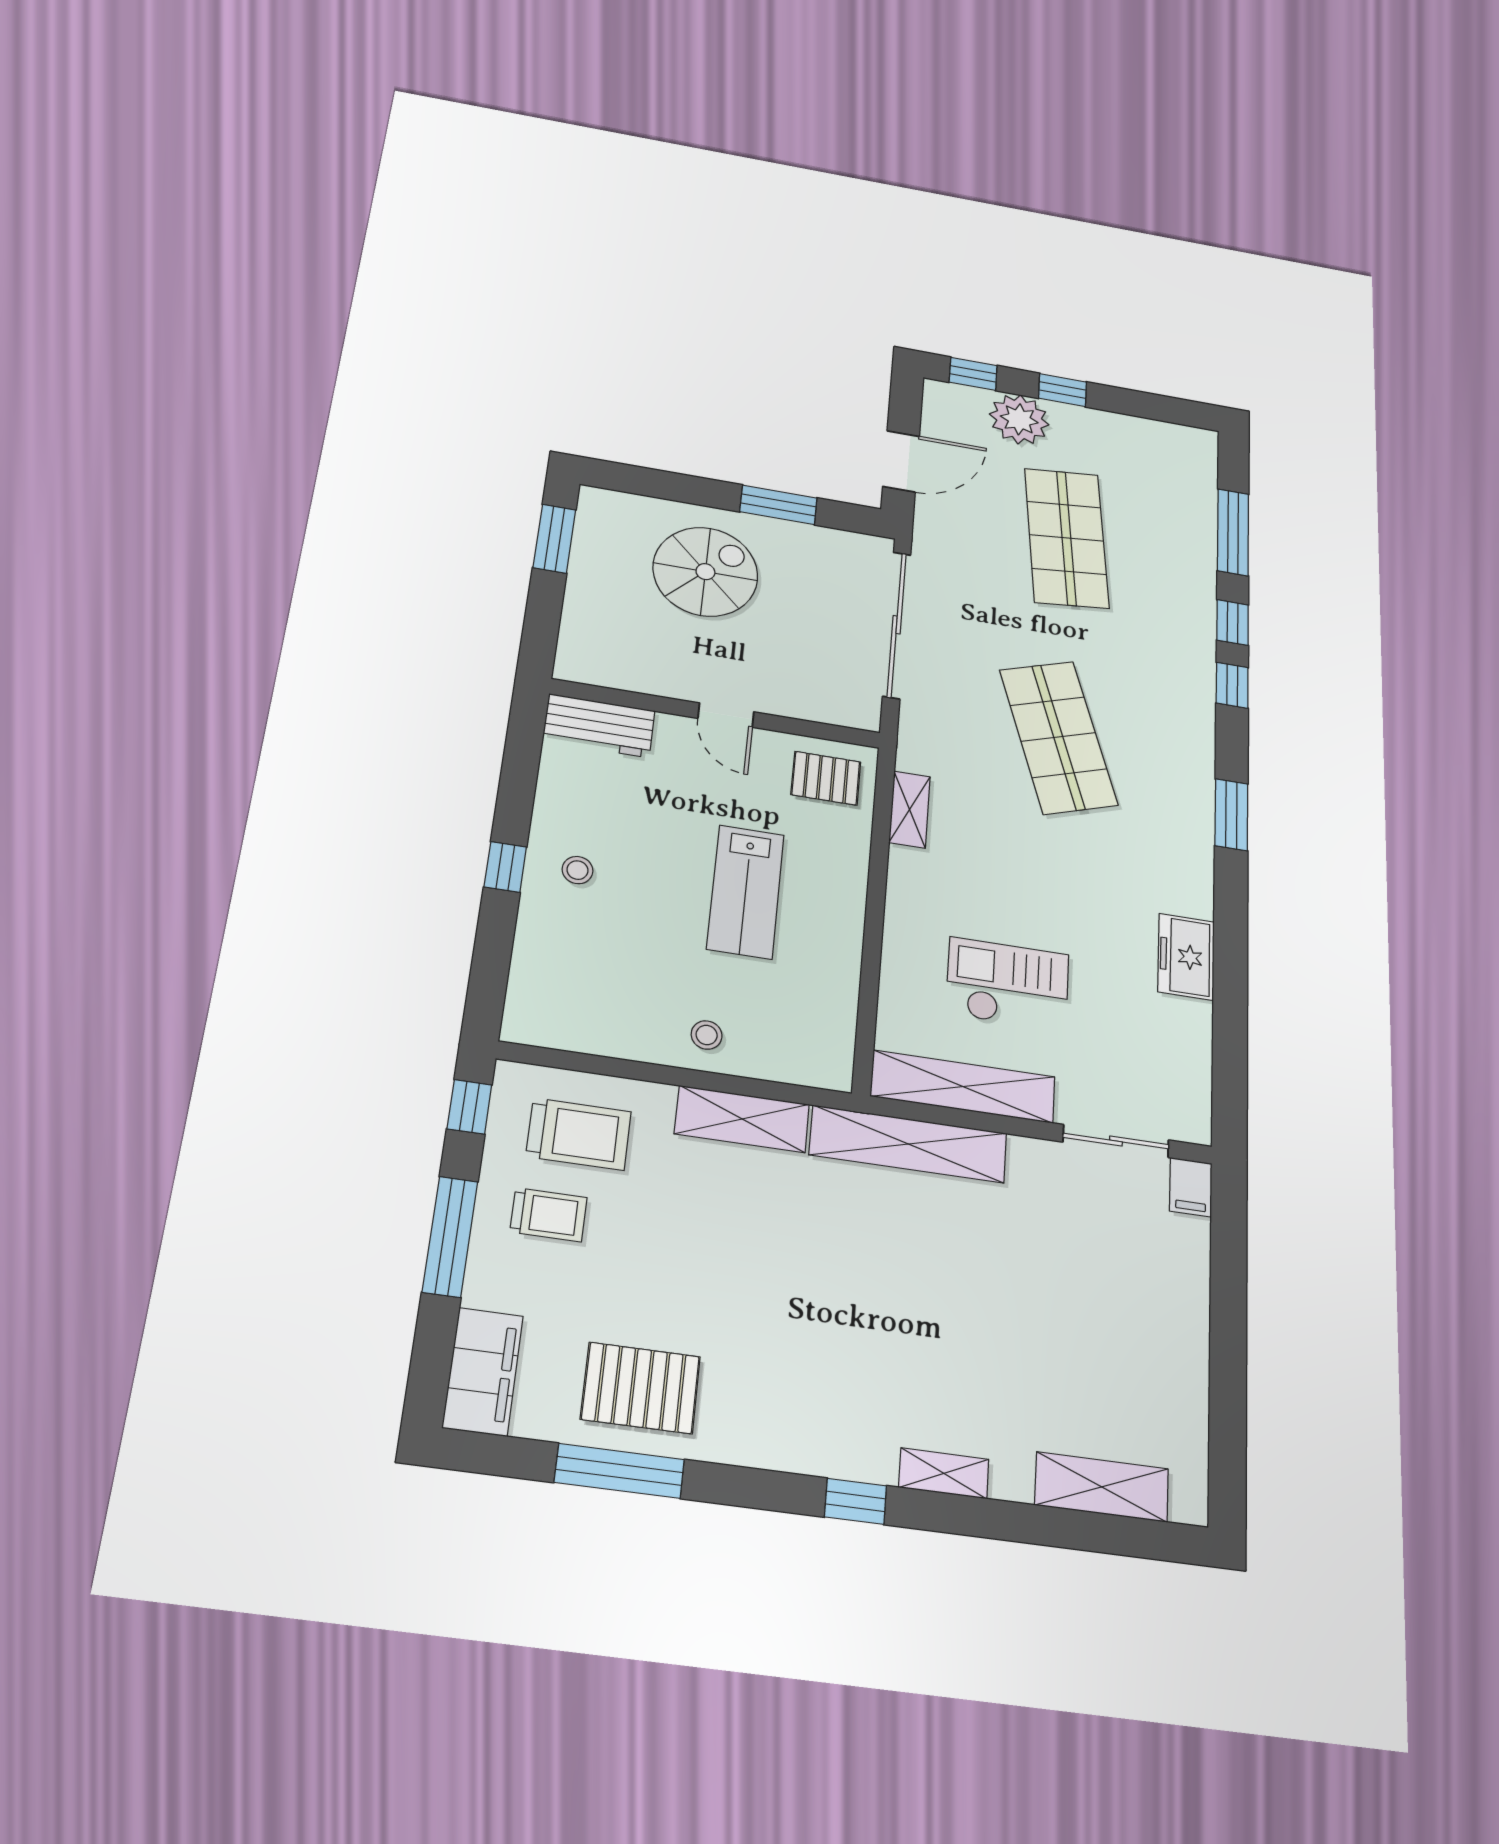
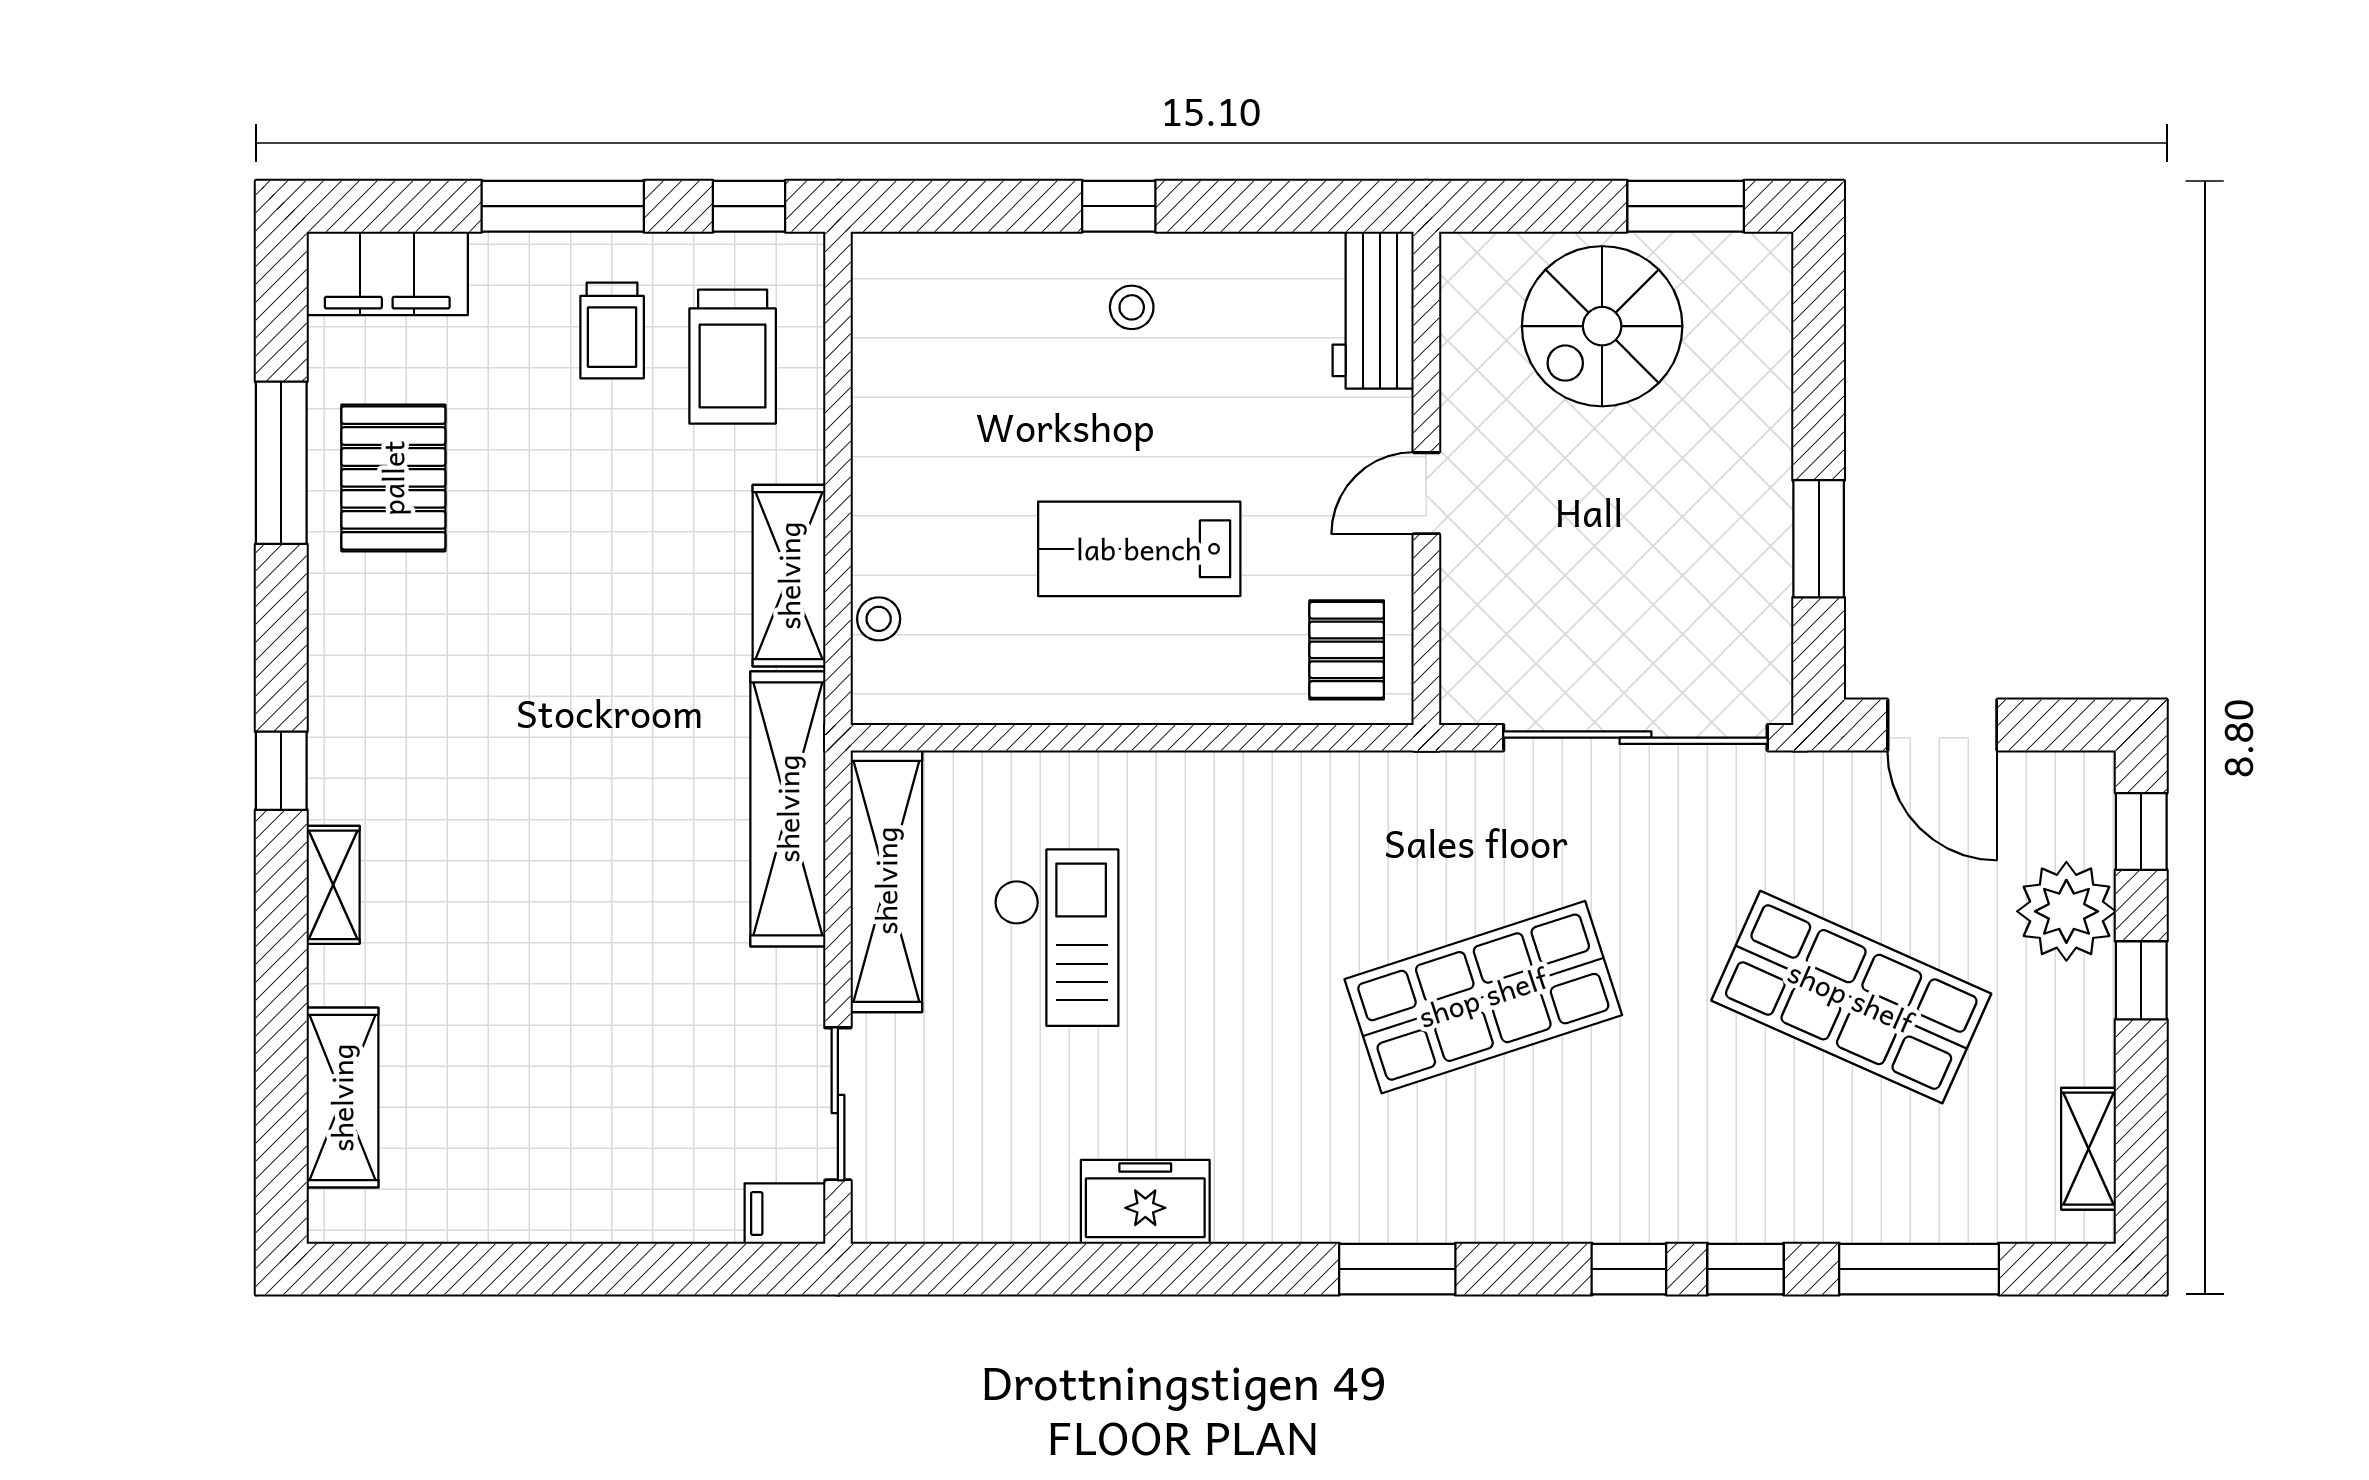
shop shelf: (1066, 538) -> (1851, 997), turned 30
spiral stairs: (705, 572) -> (1602, 326), moved, turned 90
shelving: (910, 810) -> (2089, 1149), moved, turned 90
stool: (707, 1035) -> (879, 619), moved

